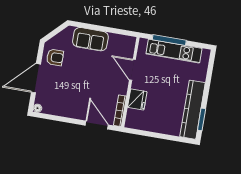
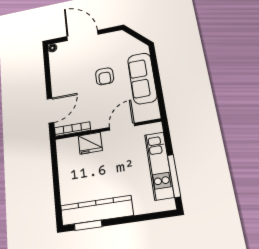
sofa: (90, 39) -> (142, 78), width x1.36
window: (169, 40) -> (174, 176), moved
armchair: (55, 57) -> (105, 76), moved

